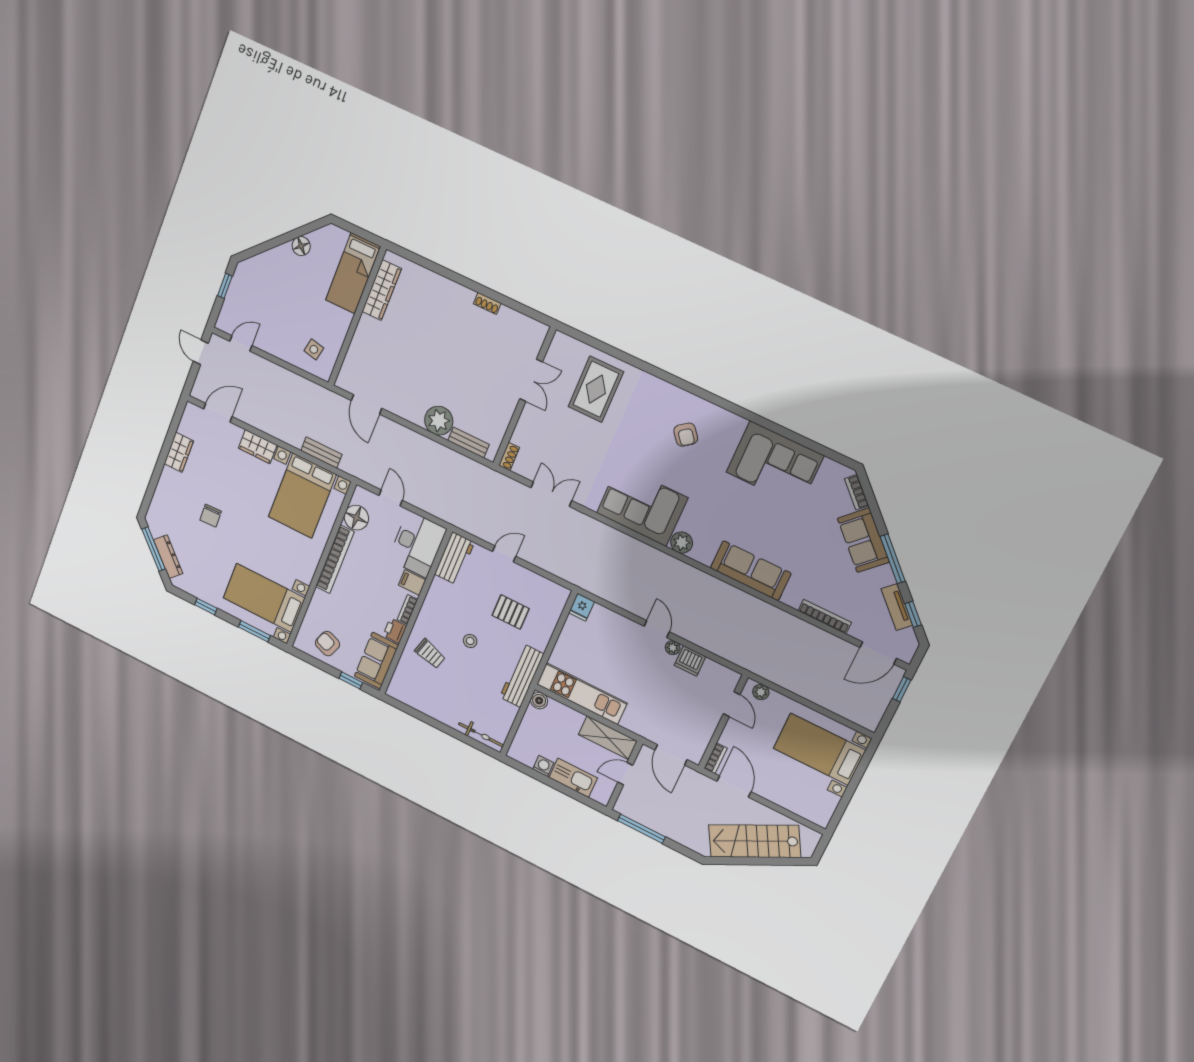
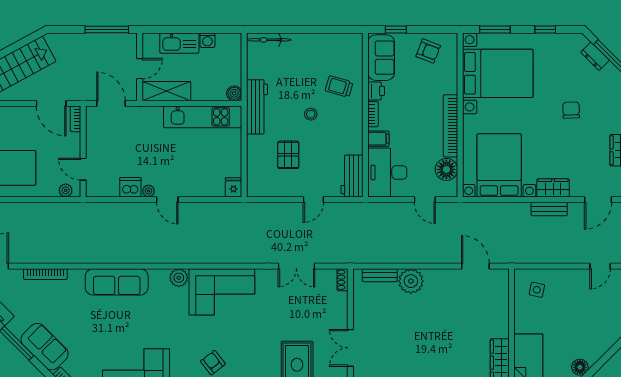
bench: (321, 452) -> (549, 209), moved
dresser: (168, 557) -> (595, 56), width x0.70
bed with nightstands: (264, 598) -> (498, 73), width x1.36
pallet: (511, 612) -> (288, 155), turned 90

